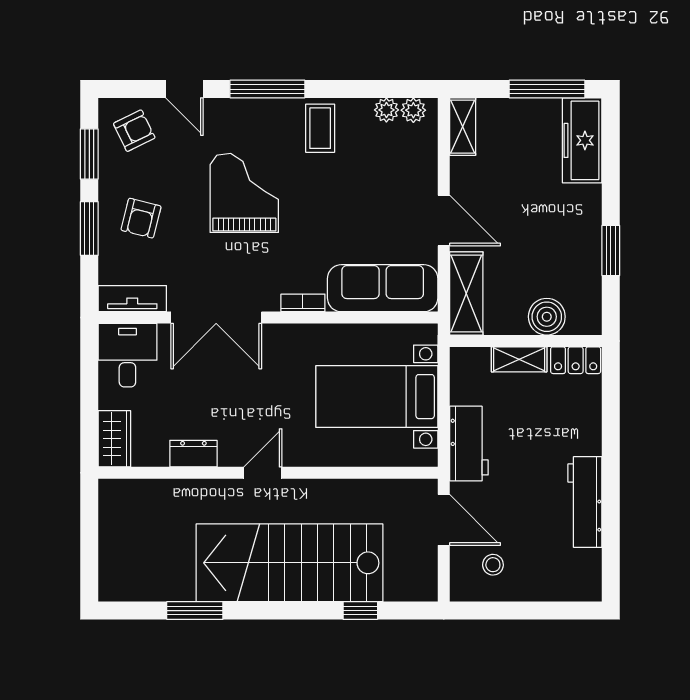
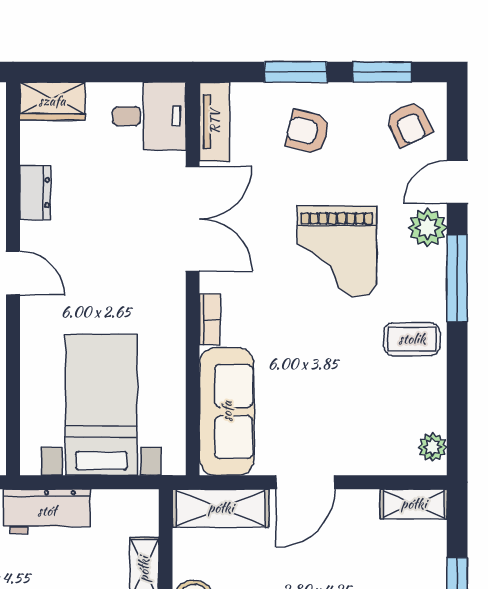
plant: (386, 110) -> (428, 228), moved, width x1.38, depth x1.38
grand piano: (244, 193) -> (337, 251), turned 90
double door: (216, 318) -> (193, 219), swing flipped

